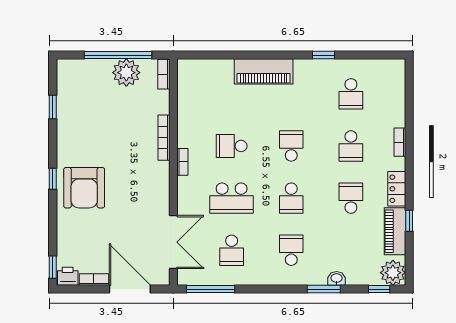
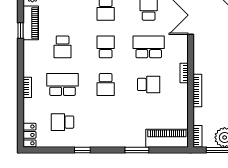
window: (248, 55) -> (137, 150), added
piano: (264, 71) -> (167, 138), moved
school desk: (351, 94) -> (63, 122), turned -90
school desk: (351, 146) -> (63, 84), width x1.85
locker: (397, 189) -> (29, 135), moved

